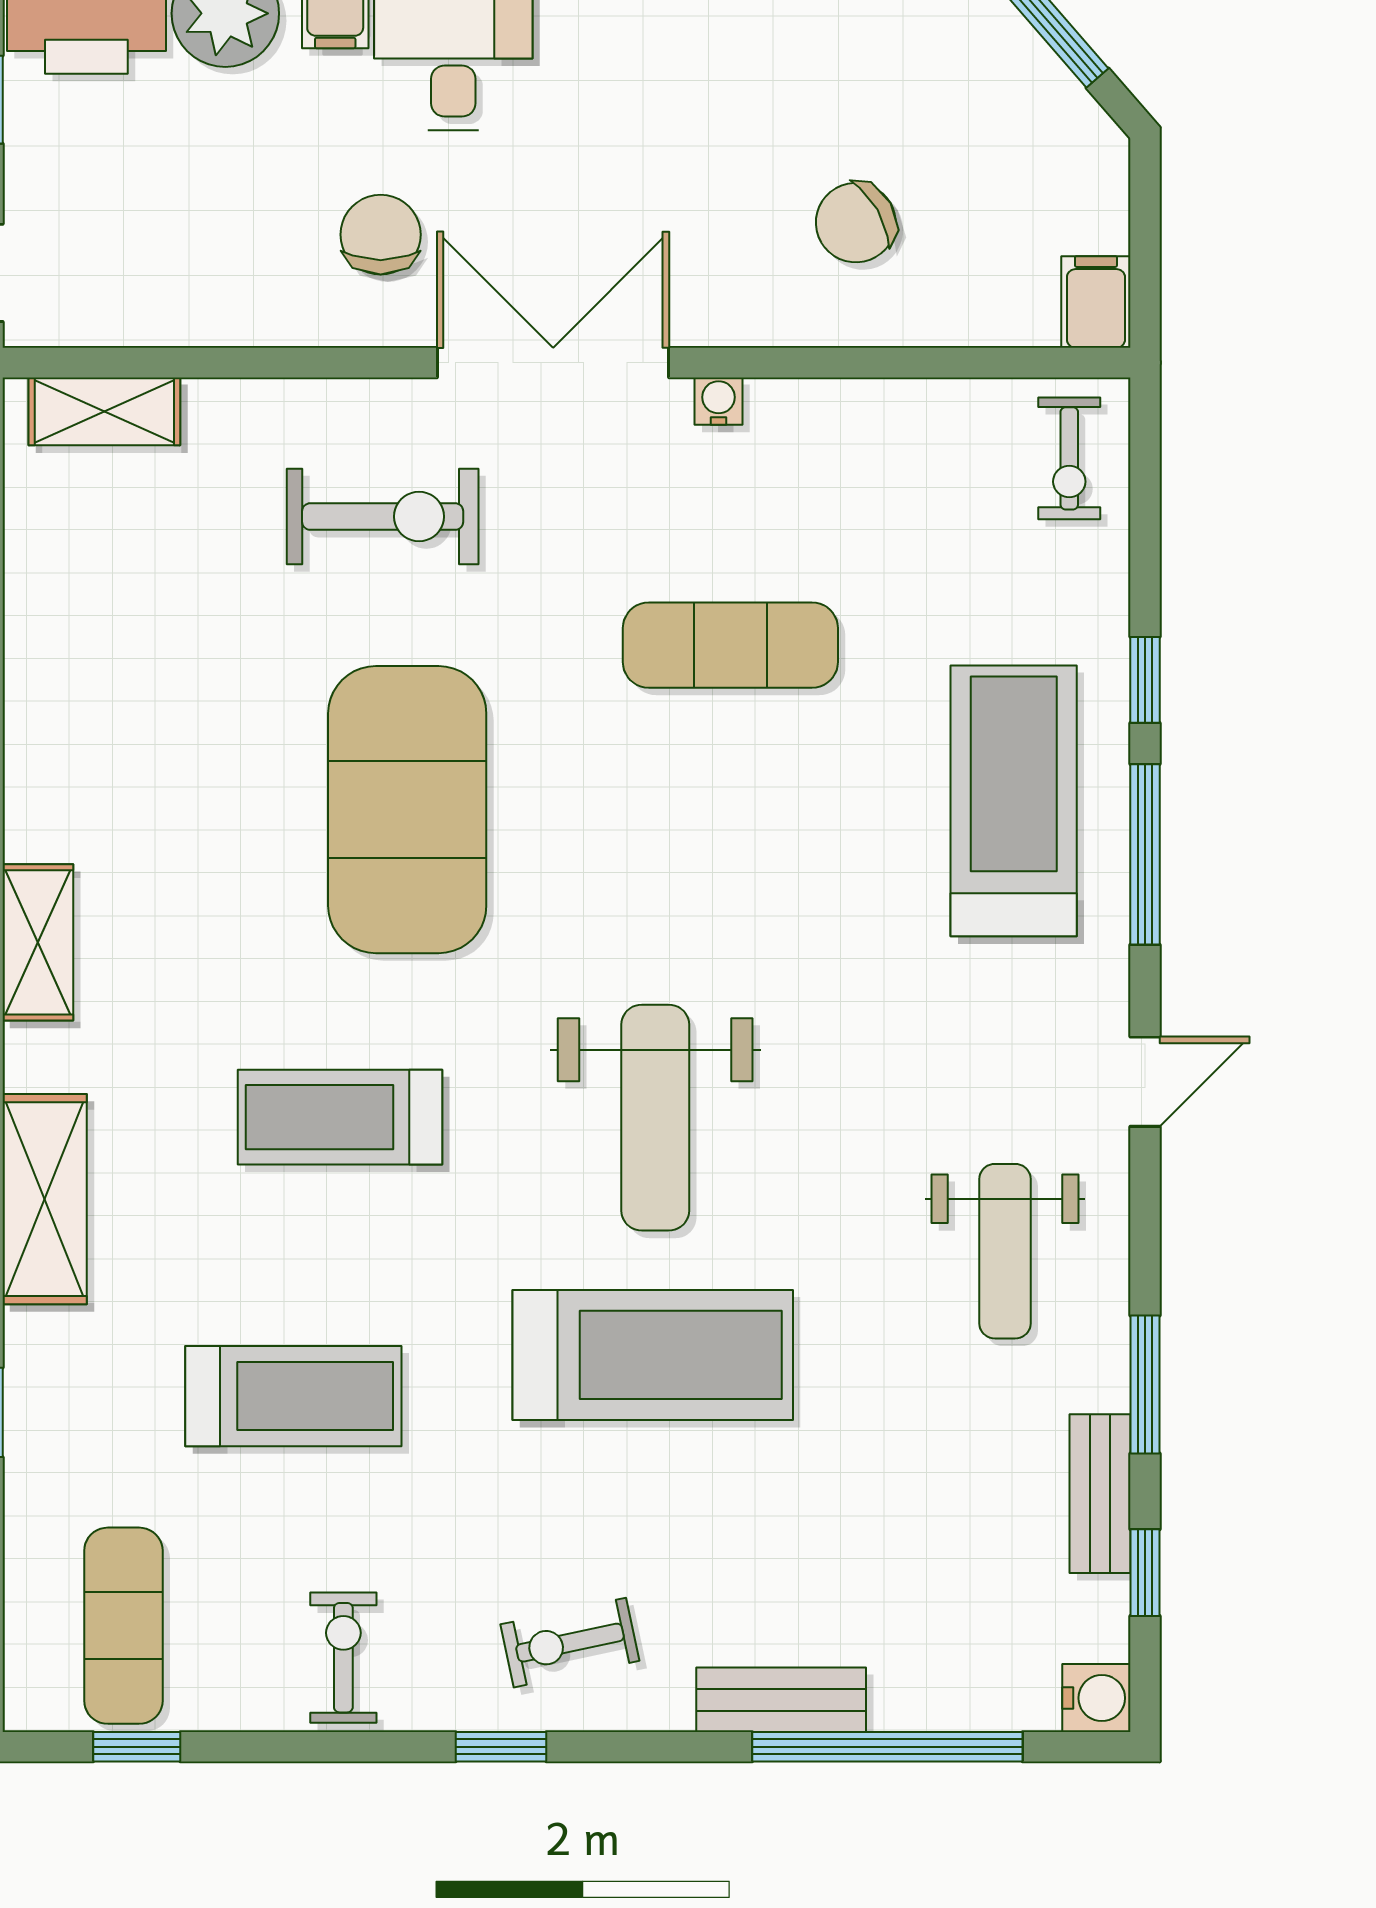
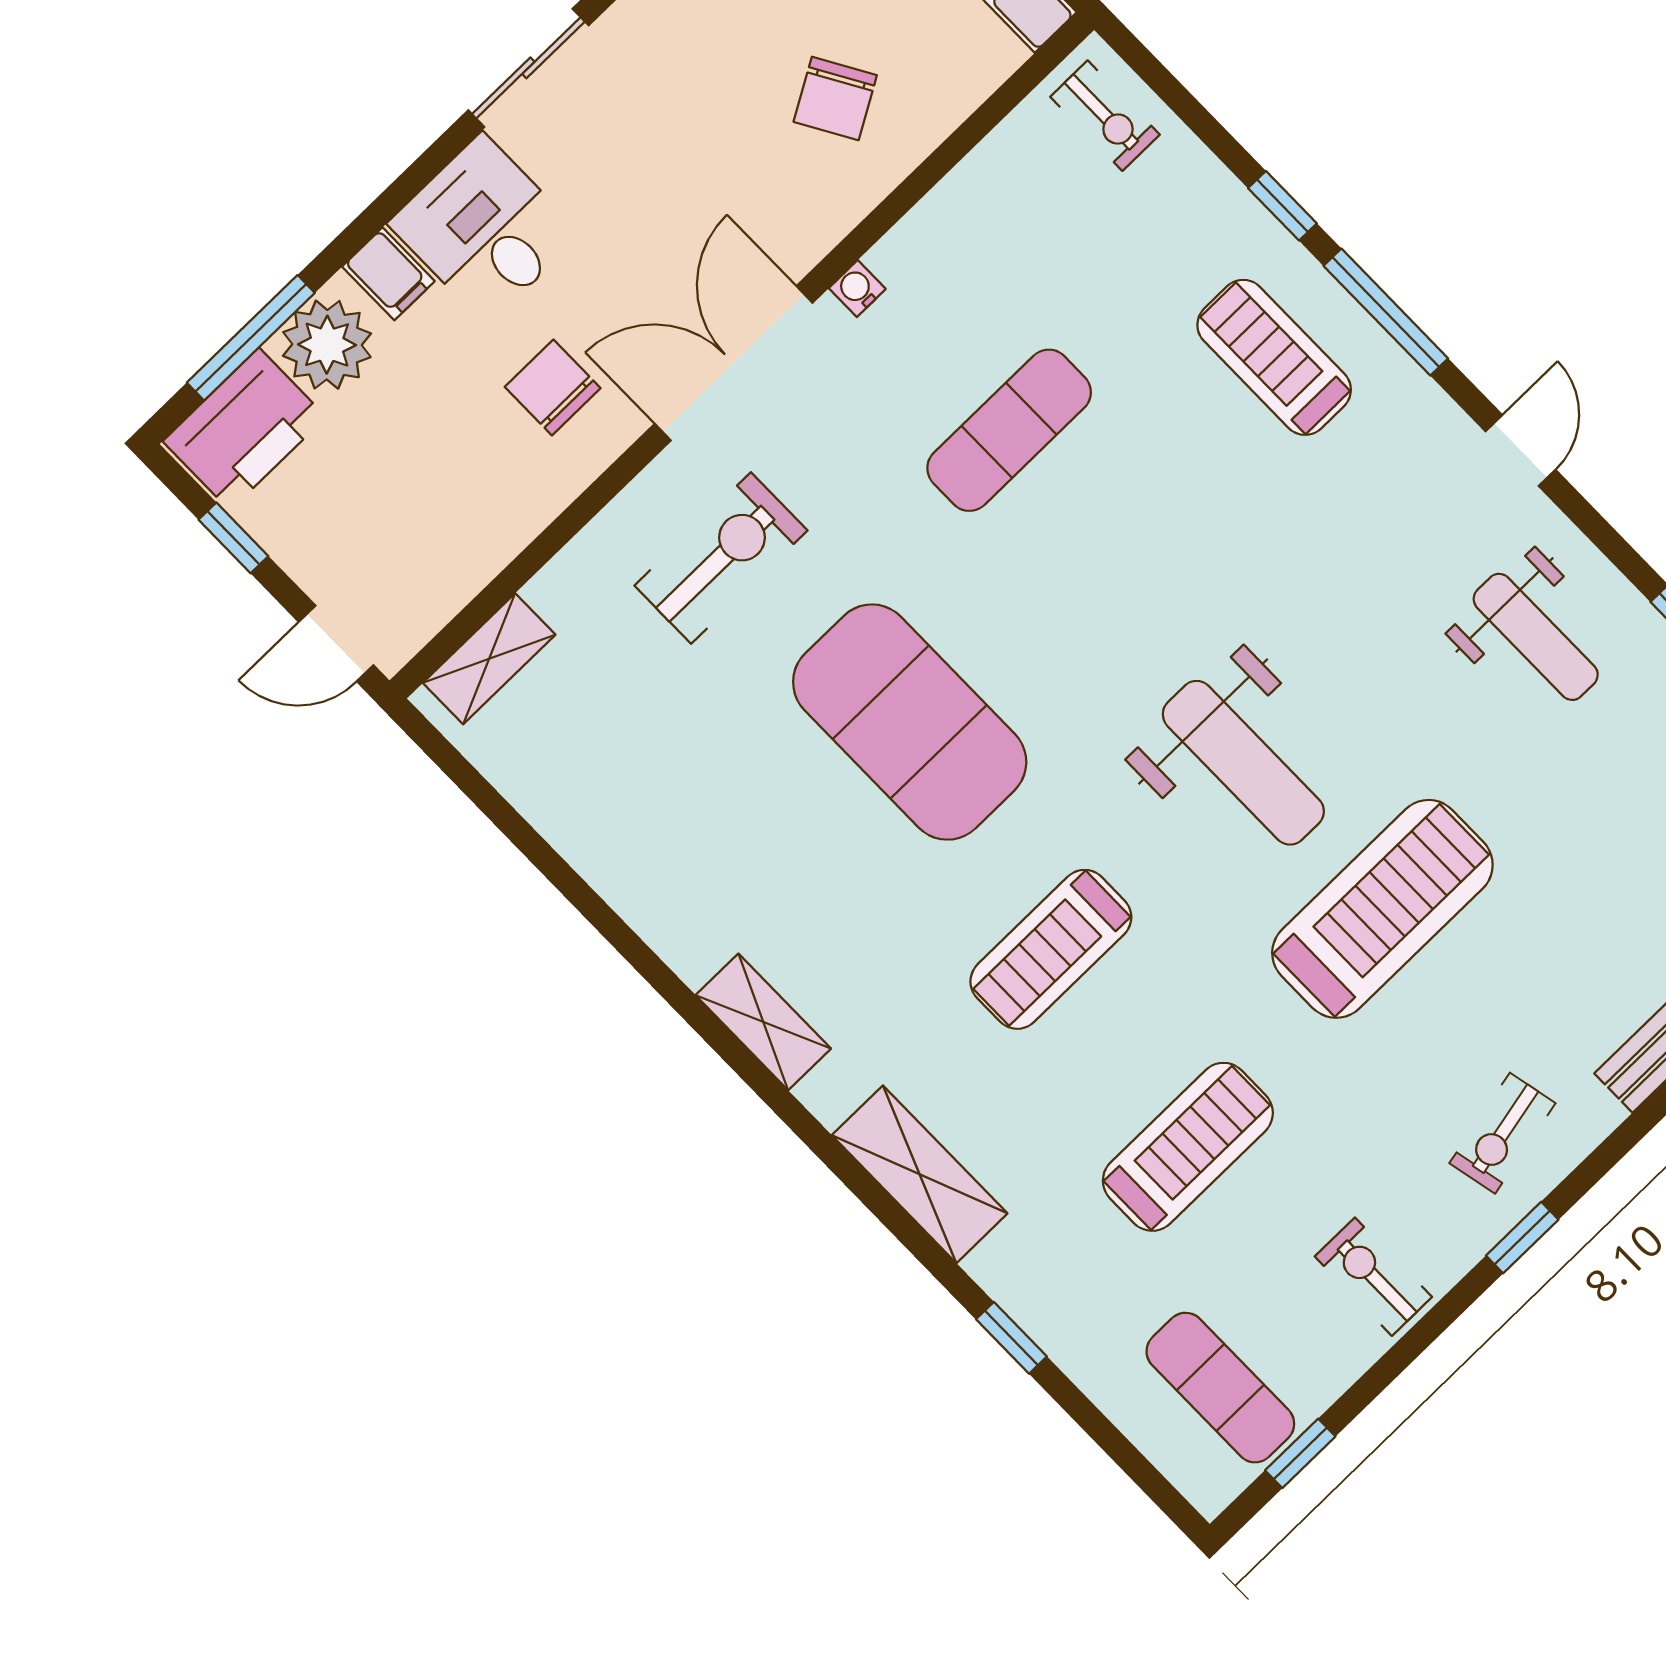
treadmill: (1014, 801) -> (1274, 357), width x0.73, depth x0.73

